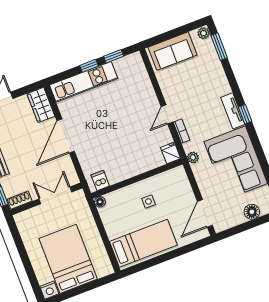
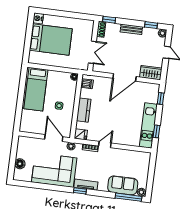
window: (219, 47) -> (128, 197), width x1.44
sofa: (172, 51) -> (123, 185), moved, turned 90
window: (89, 66) -> (161, 98), moved
kitchen unit: (84, 82) -> (148, 126), moved
door: (167, 114) -> (105, 145), hinge flipped
door: (66, 136) -> (124, 77), swing flipped
kitchen counter: (137, 166) -> (84, 110), added
door: (205, 213) -> (54, 138), moved

